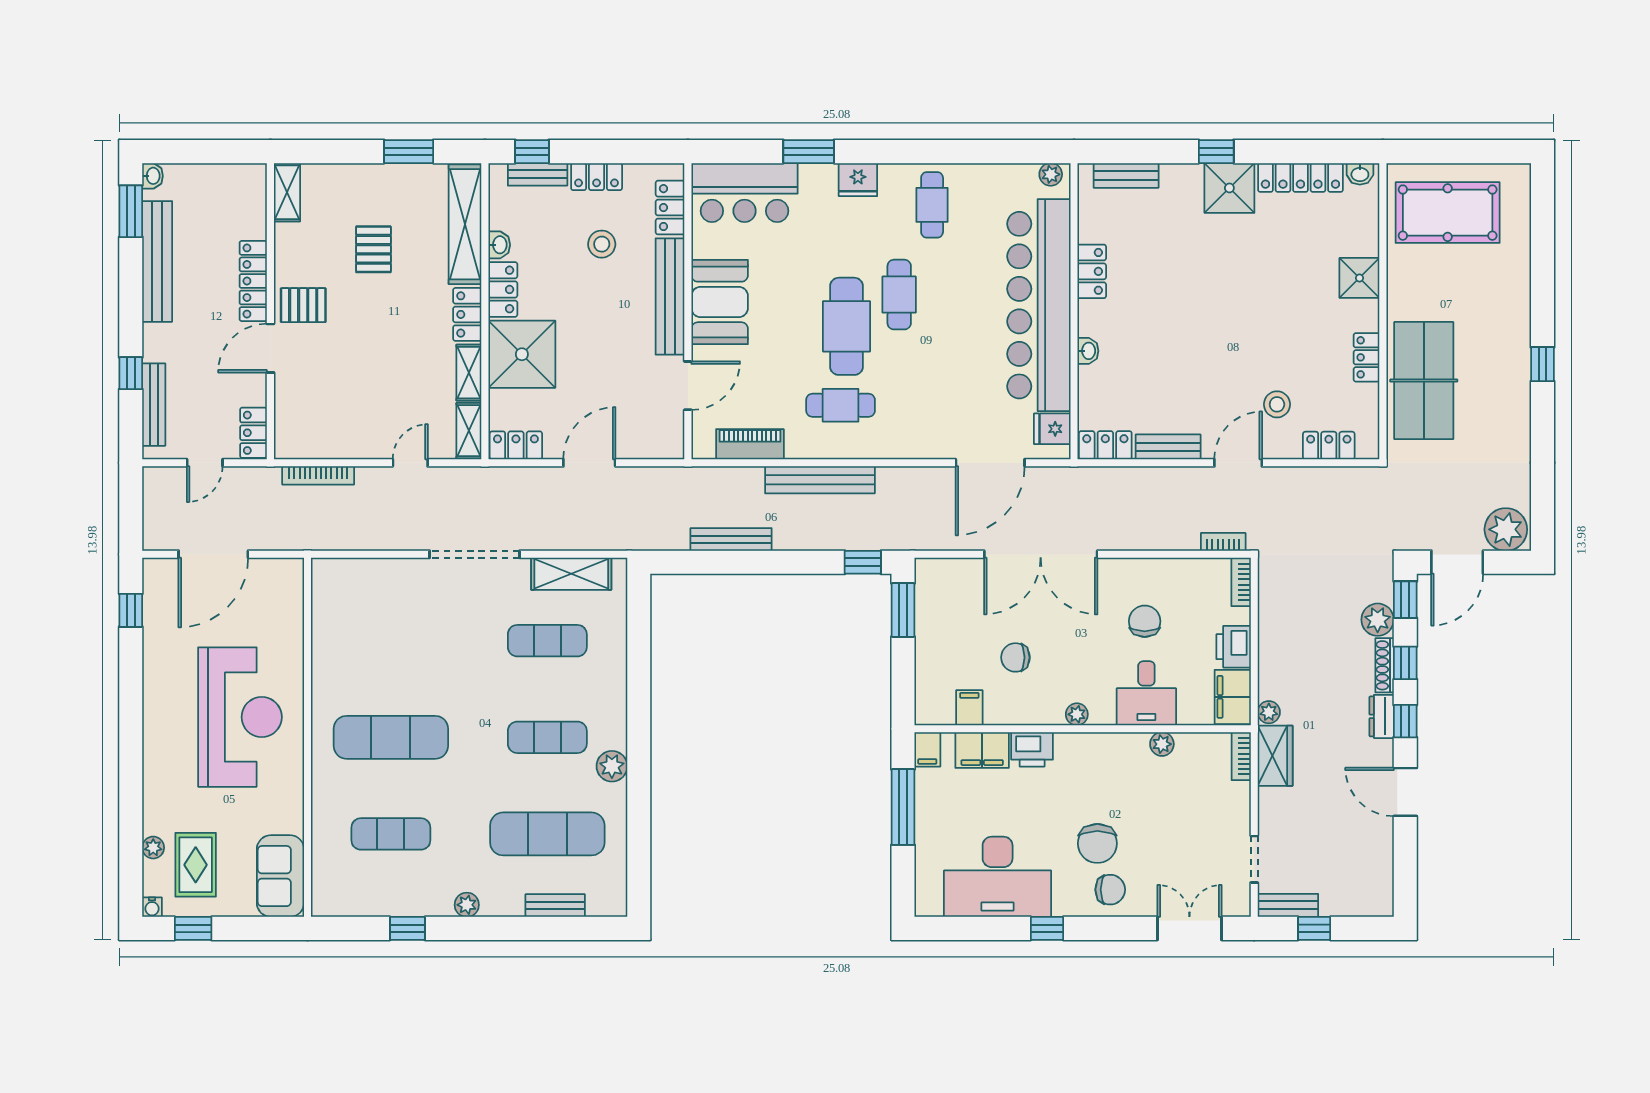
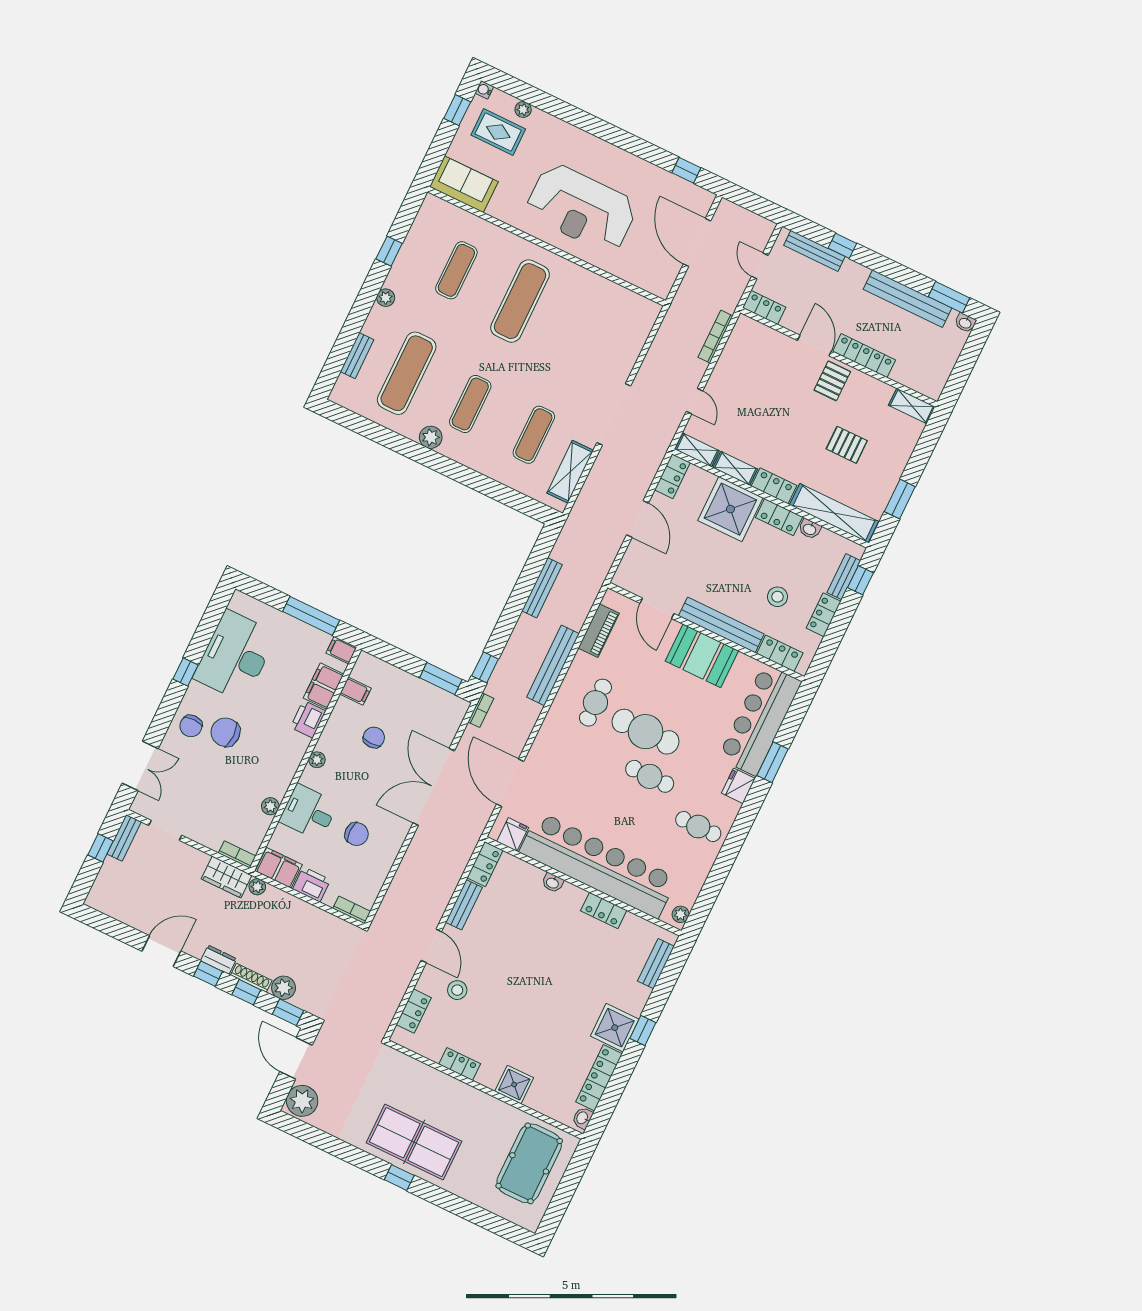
bar counter: (745, 193) -> (760, 720), width x1.36
table tennis table: (1424, 381) -> (414, 1142), moved
bookcase: (1223, 542) -> (481, 710), moved

